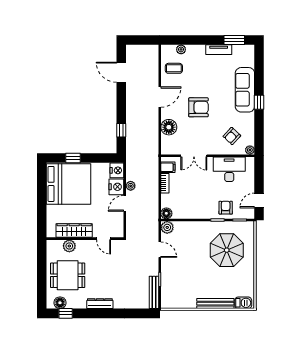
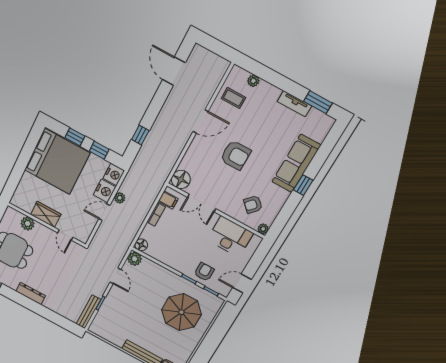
floor lamp: (169, 127) -> (181, 180), moved
window: (96, 158) -> (99, 150), added
wardrobe: (74, 231) -> (46, 214), width x0.67

